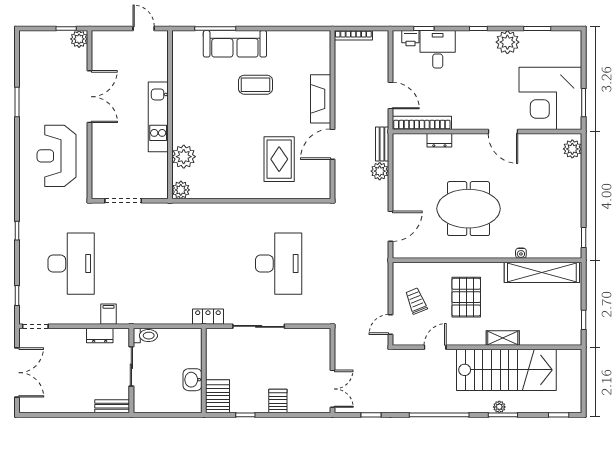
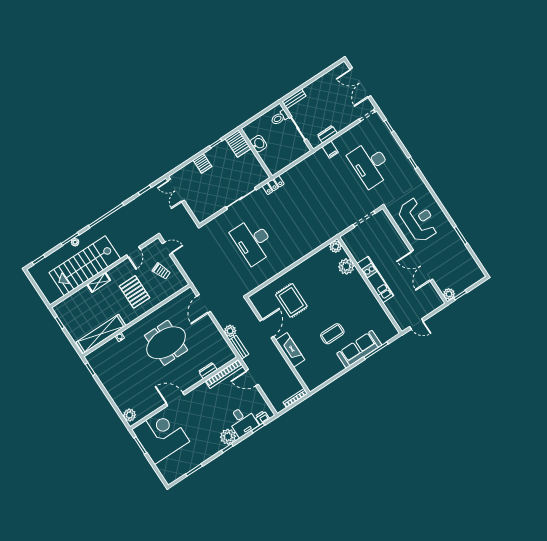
plant: (507, 42) -> (228, 437), moved
door: (390, 325) -> (167, 248), hinge flipped
toilet: (145, 336) -> (279, 118), moved

